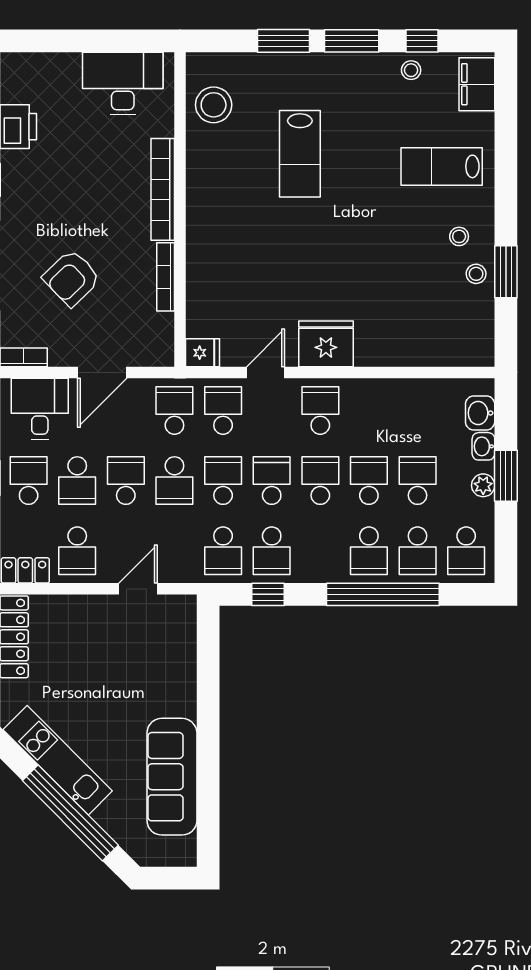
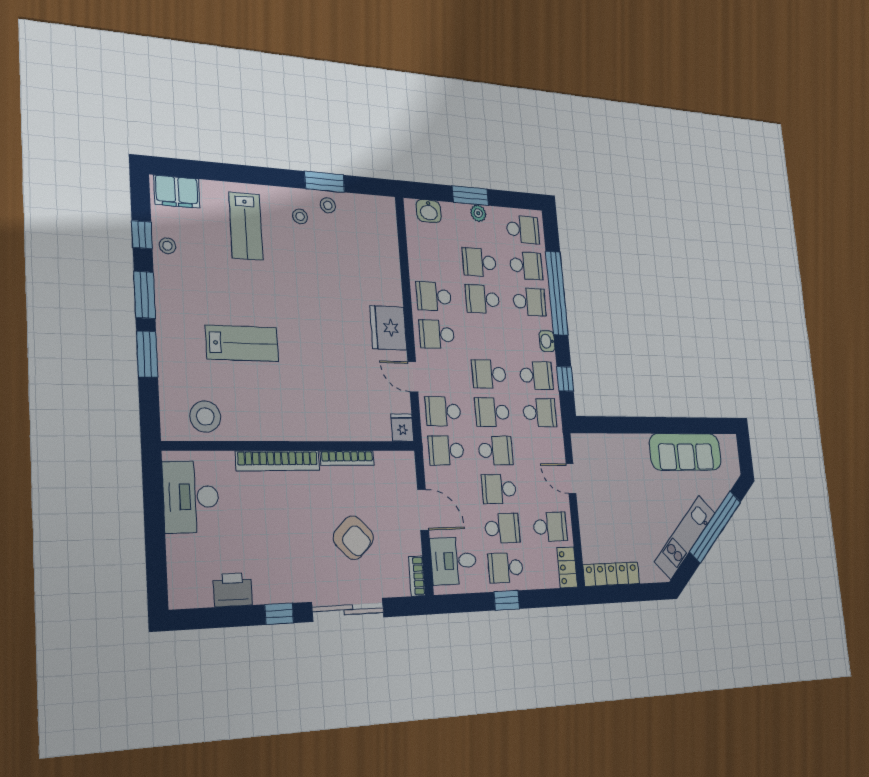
washbasin: (483, 446) -> (547, 341), moved, turned 90
school desk: (320, 481) -> (434, 296), moved

